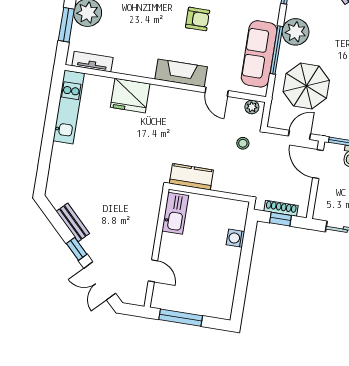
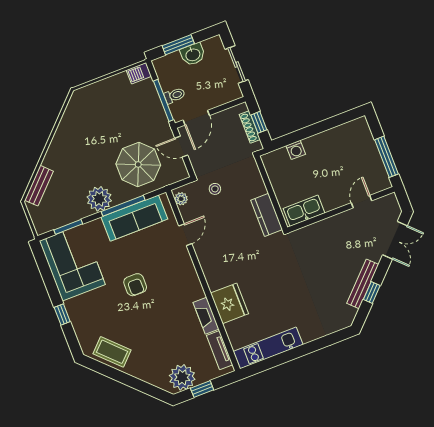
armchair: (198, 19) -> (135, 285), turned 180
window: (66, 25) -> (202, 389), width x0.67
fireplace: (181, 73) -> (206, 316), moved, width x0.73, depth x0.76
bench: (73, 222) -> (363, 284), width x1.36
window: (77, 249) -> (372, 293), moved

